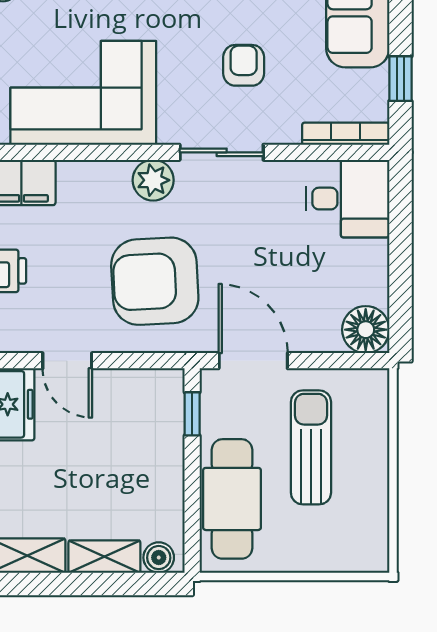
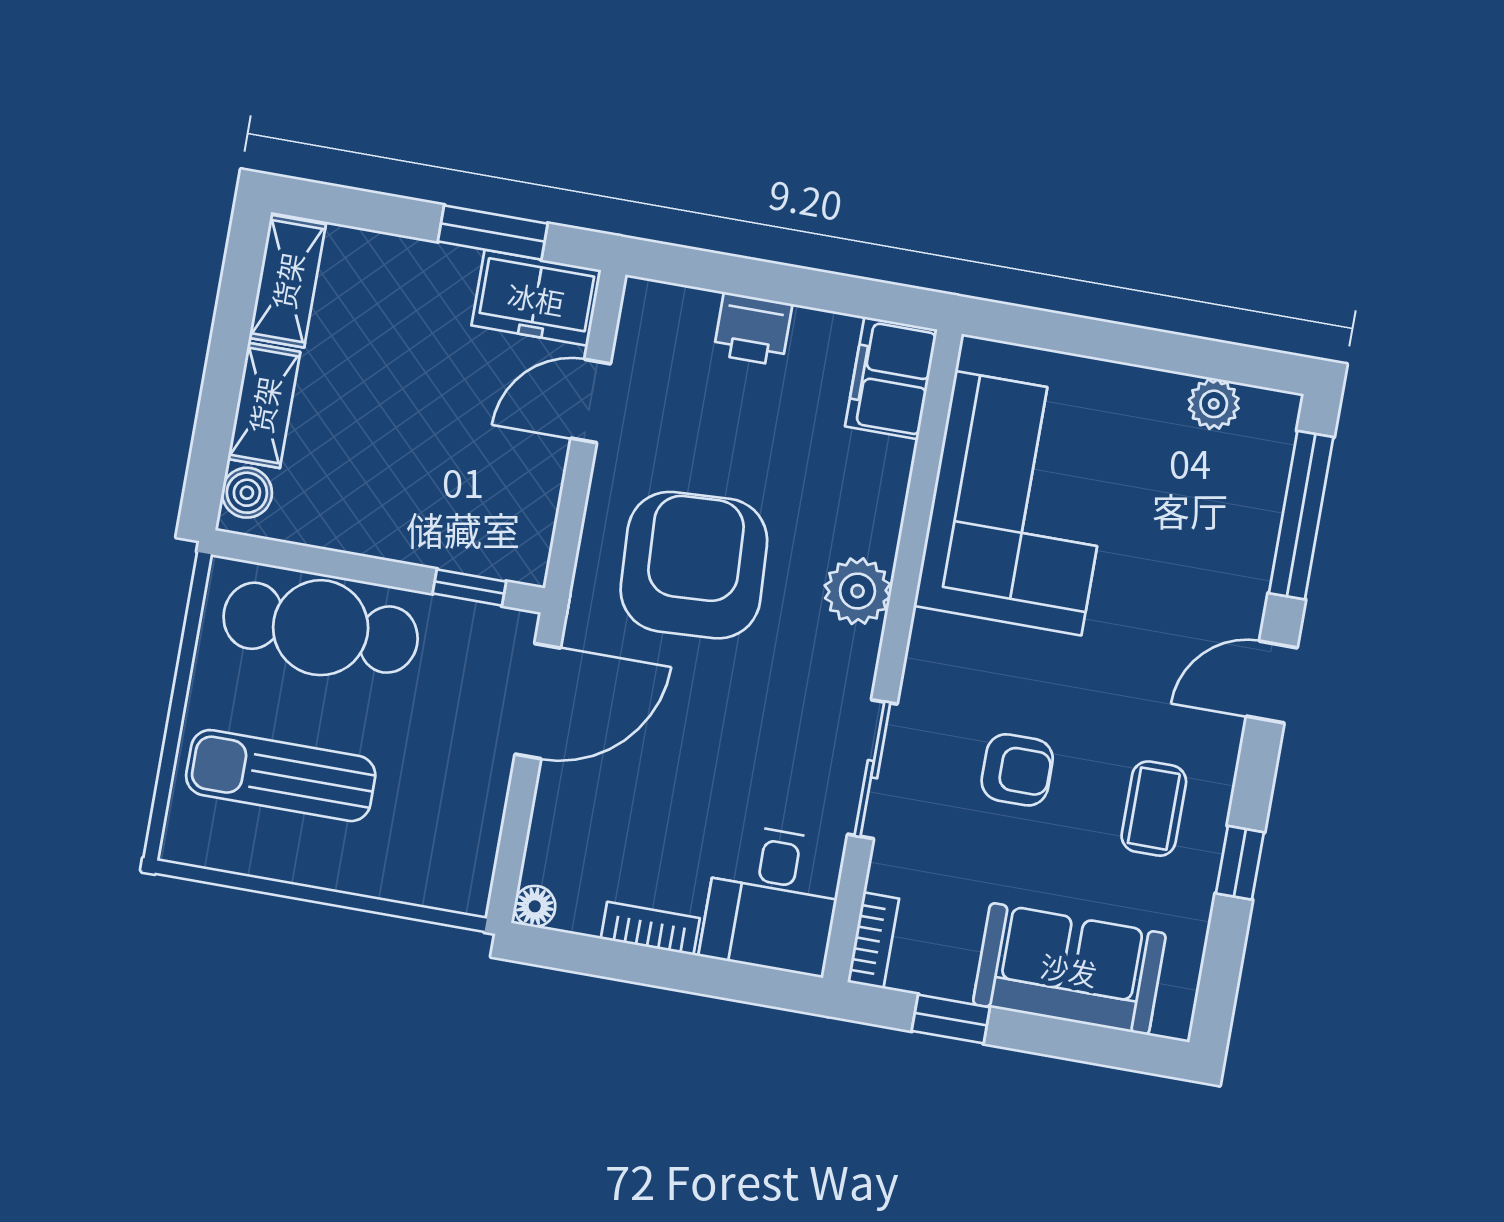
bookcase: (346, 134) -> (873, 940), width x0.64
sliding door: (222, 152) -> (872, 769), moved
bookcase: (378, 269) -> (650, 928), added
floor lamp: (366, 330) -> (535, 906), width x0.53, depth x0.53
sun lounger: (311, 447) -> (281, 776), moved, turned 180

